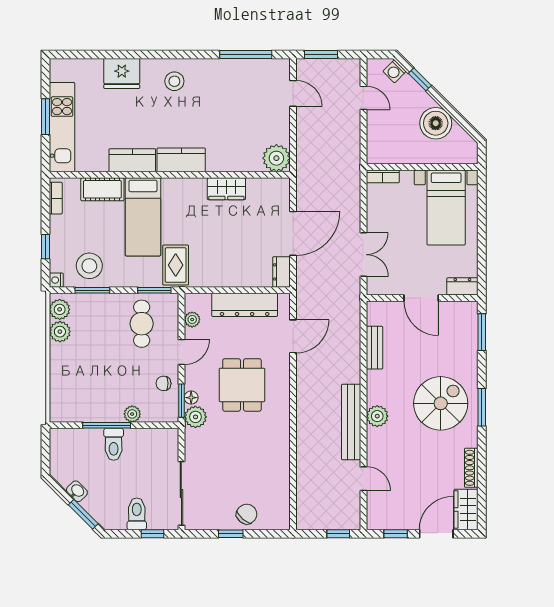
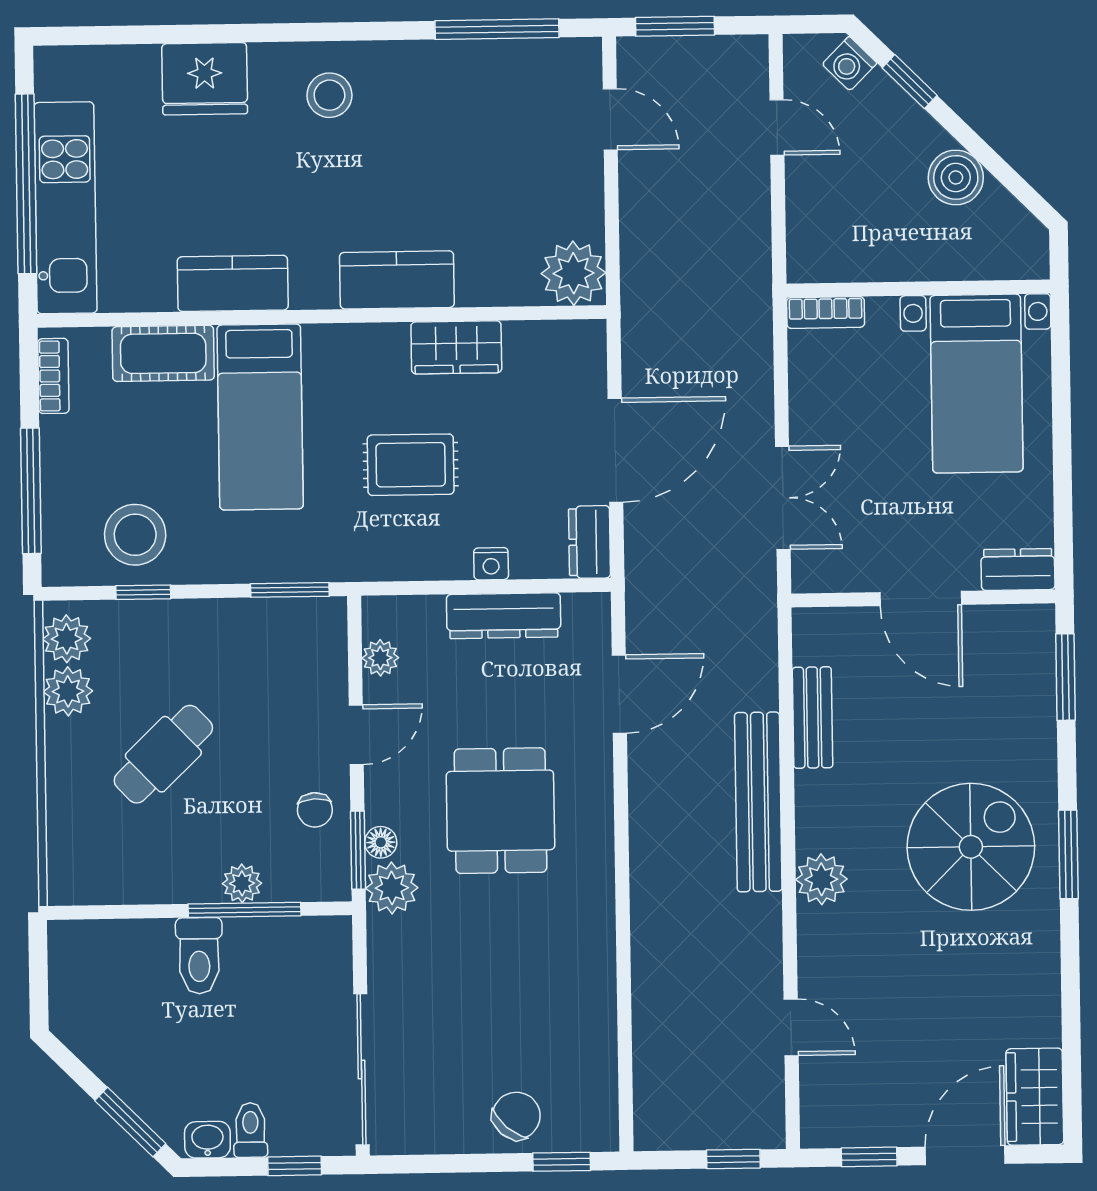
window: (45, 117) -> (26, 184), width x2.11
boiler: (436, 123) -> (956, 177), width x0.73, depth x0.73
kitchen counter: (181, 160) -> (397, 280), moved
window: (45, 247) -> (31, 491), width x2.17
rug: (176, 265) -> (411, 465), moved, turned 90
nightstand: (56, 280) -> (491, 564), moved, turned -90
window: (92, 290) -> (143, 592), width x0.67
dresser: (245, 305) -> (504, 616), width x0.73, depth x0.80
cafe table: (142, 324) -> (163, 754), moved, turned 46
chair: (163, 383) -> (315, 810), turned -93
bench: (351, 422) -> (758, 802), moved
window: (107, 425) -> (245, 910), moved
shoe rack: (471, 468) -> (1046, 998), removed
washbasin: (77, 491) -> (207, 1140), moved, turned -45
toilet: (137, 514) -> (250, 1130), width x0.73, depth x0.72
window: (231, 534) -> (562, 1162), moved

